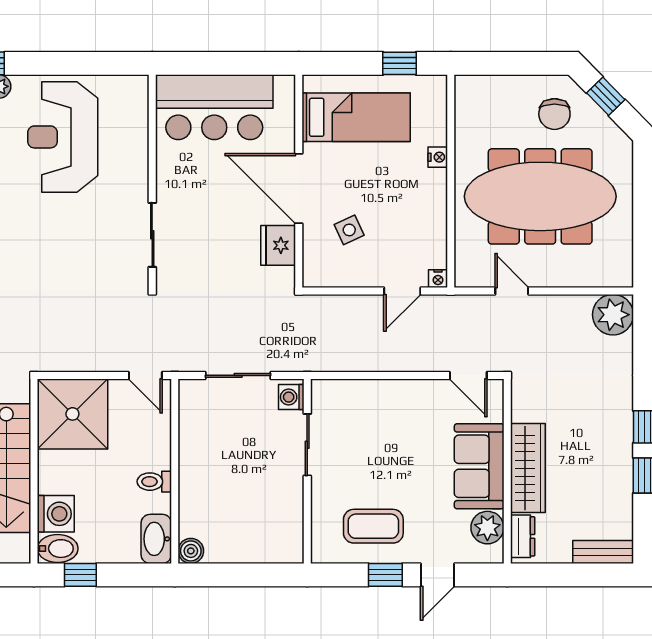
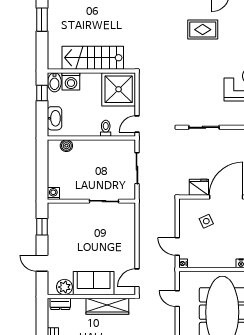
door: (512, 291) -> (177, 299), swing flipped
washing machine: (291, 397) -> (53, 193), moved
wardrobe: (528, 468) -> (107, 306), moved
toilet: (154, 482) -> (106, 128), moved
coffee table: (373, 526) -> (65, 233), removed
washbasin: (156, 539) -> (54, 118), moved, turned 90
boiler: (191, 551) -> (66, 146), moved
window: (385, 575) -> (42, 227), moved

